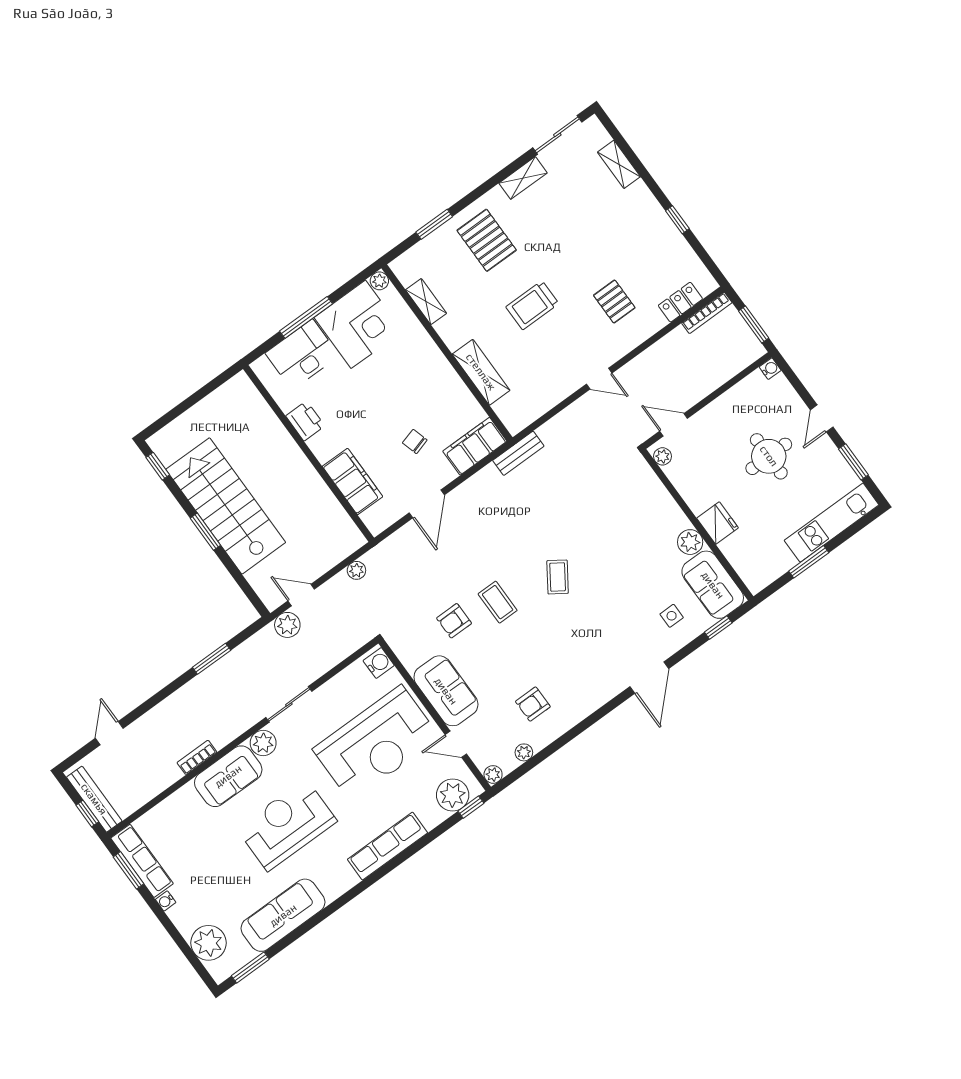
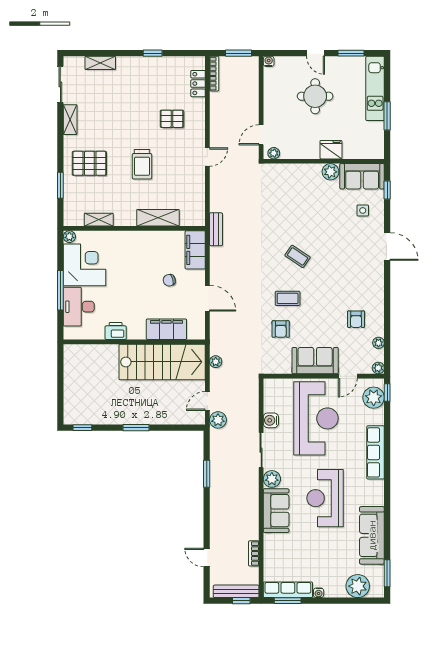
stairs: (226, 506) -> (162, 362), moved, turned 180
water cooler: (379, 663) -> (271, 420), moved, turned -90
bookcase: (197, 757) -> (254, 553), moved

